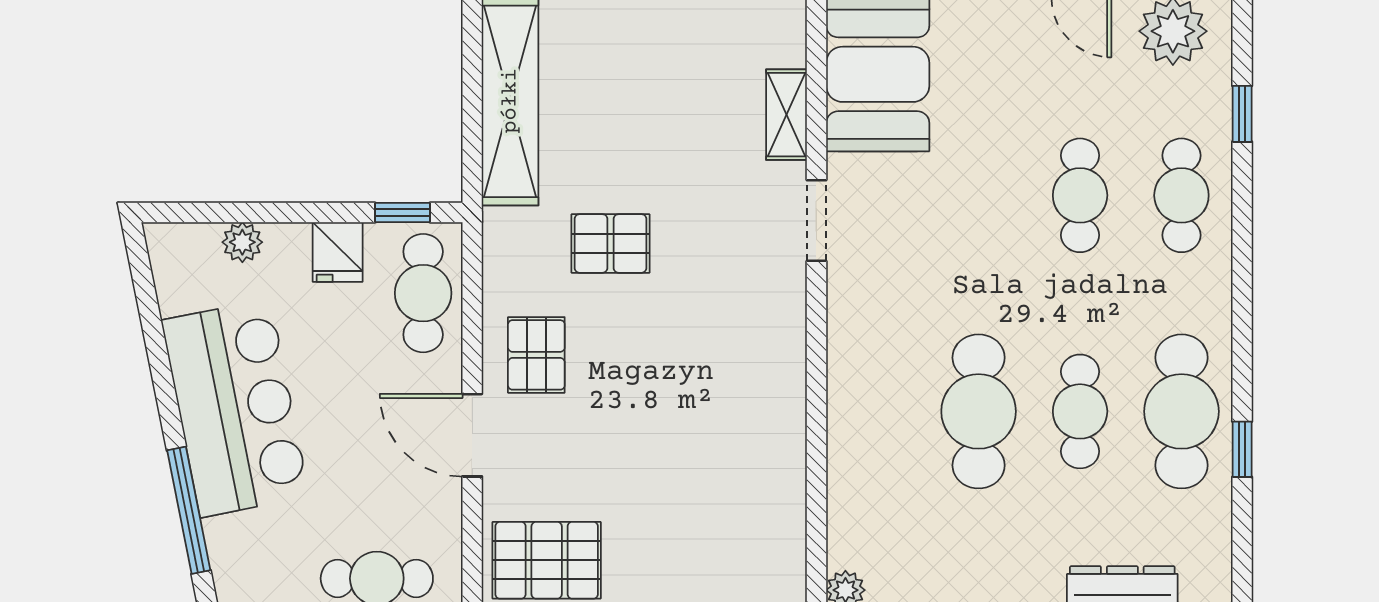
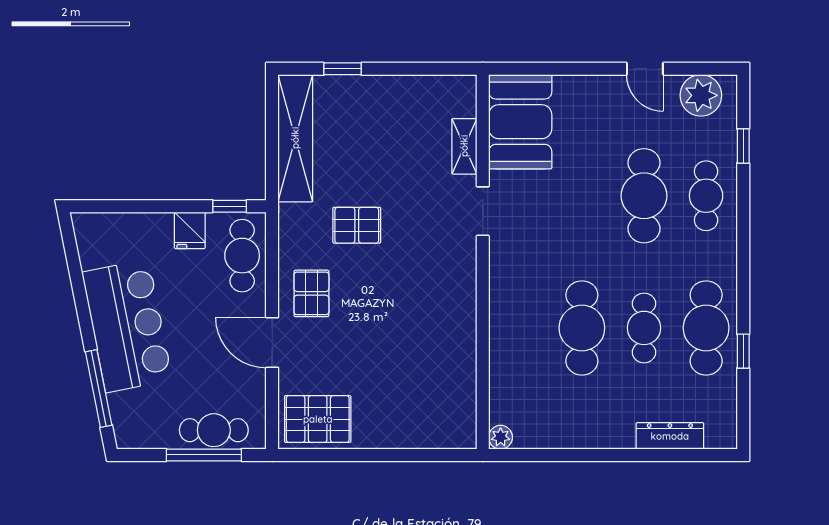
cafe table: (1080, 195) -> (644, 196), width x1.37, depth x1.35
plant: (242, 242) -> (131, 224), removed

